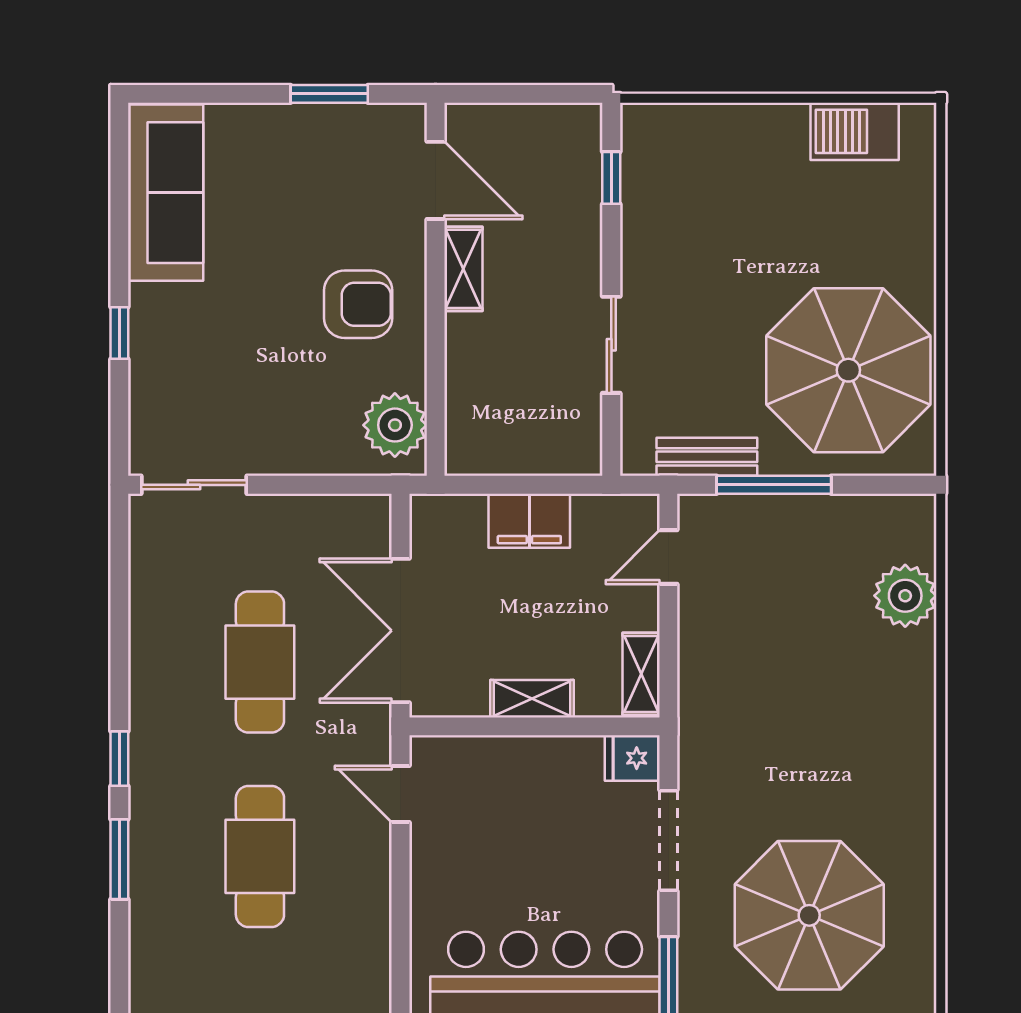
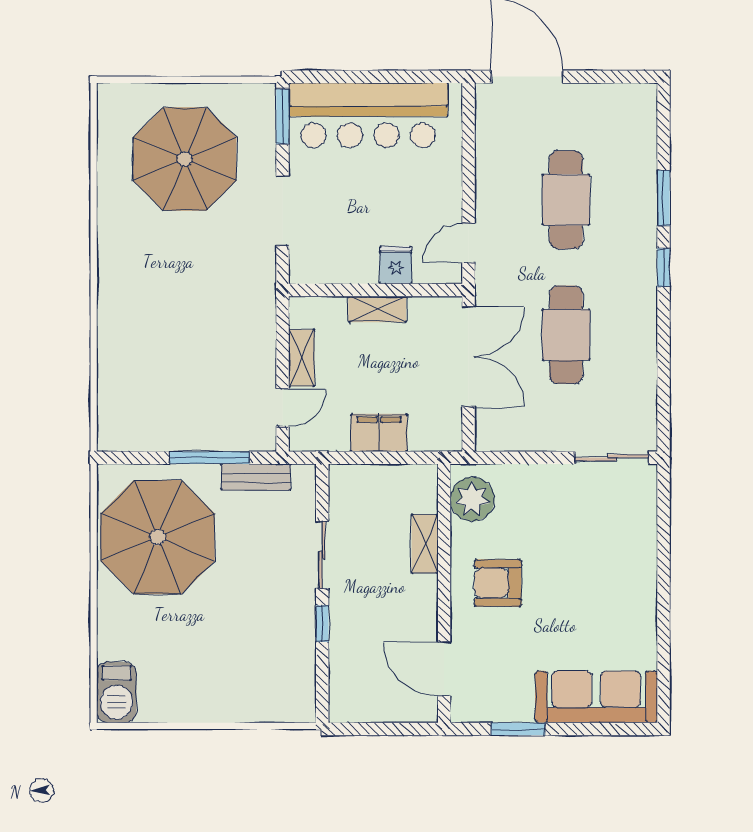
barbecue: (855, 131) -> (117, 692), moved, turned 90
window: (611, 178) -> (322, 624), moved
sofa: (166, 193) -> (596, 697), moved, turned 90
shelving: (463, 269) -> (425, 544), moved
window: (119, 333) -> (664, 563), removed
plant: (905, 596) -> (118, 381), removed
shelving: (641, 674) -> (302, 358), moved
fridge: (632, 758) -> (396, 265), moved, turned -90
door: (400, 794) -> (468, 243), swing flipped

